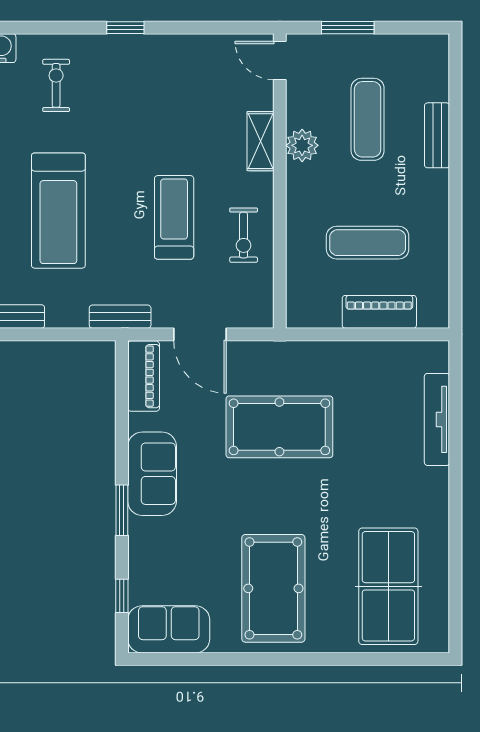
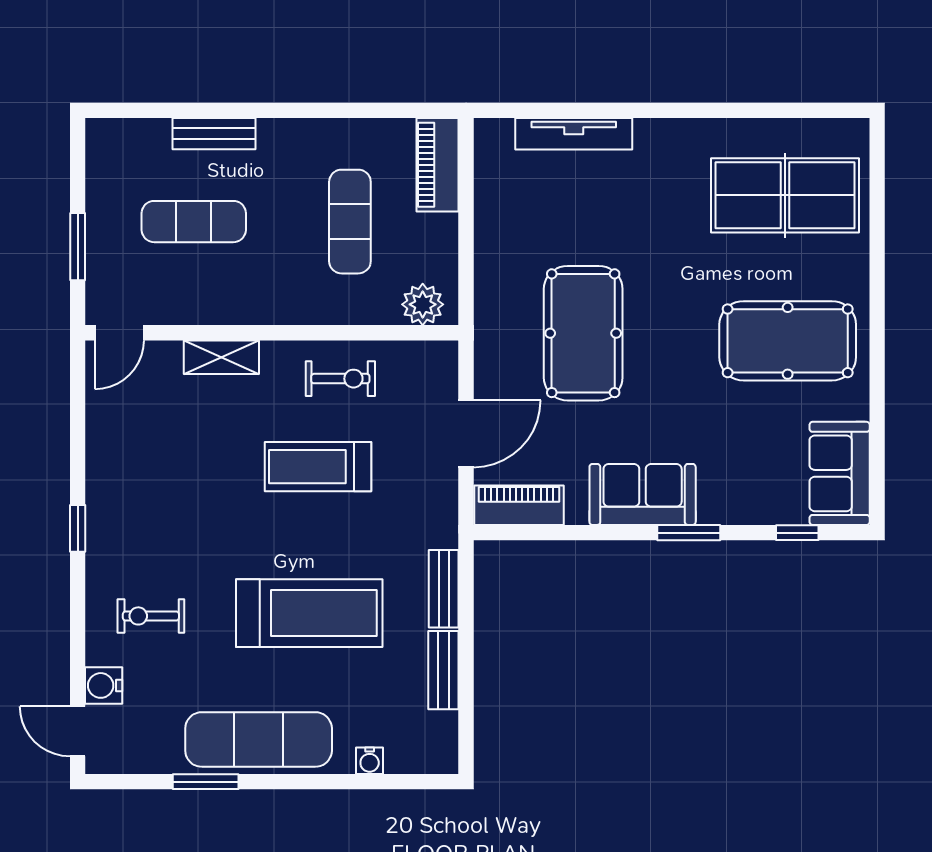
plant: (302, 145) -> (423, 304), moved
piano: (379, 312) -> (438, 165), moved
bench: (120, 317) -> (444, 589), moved

